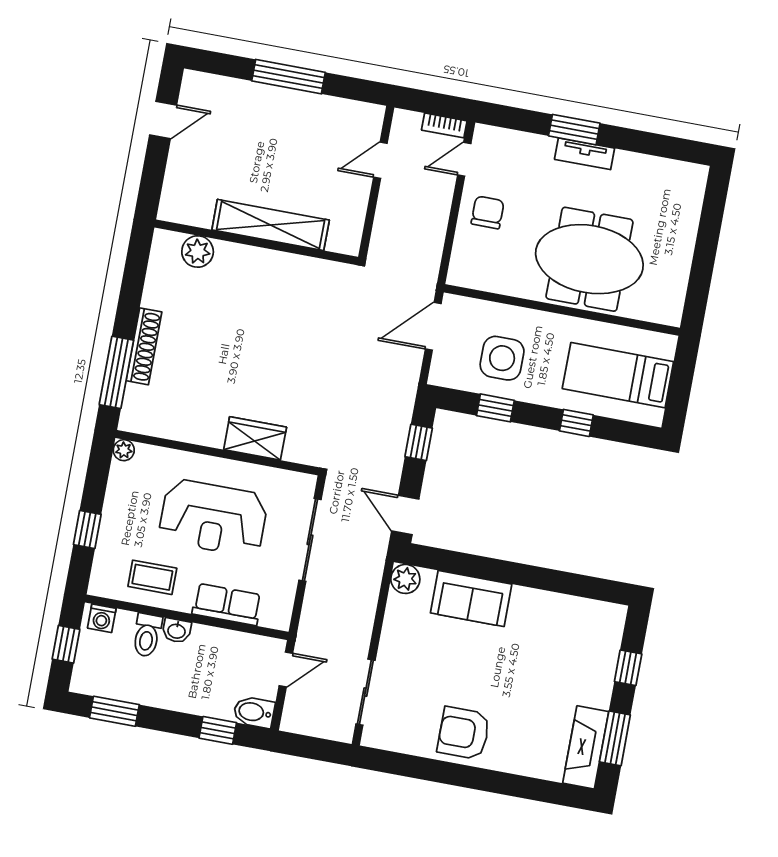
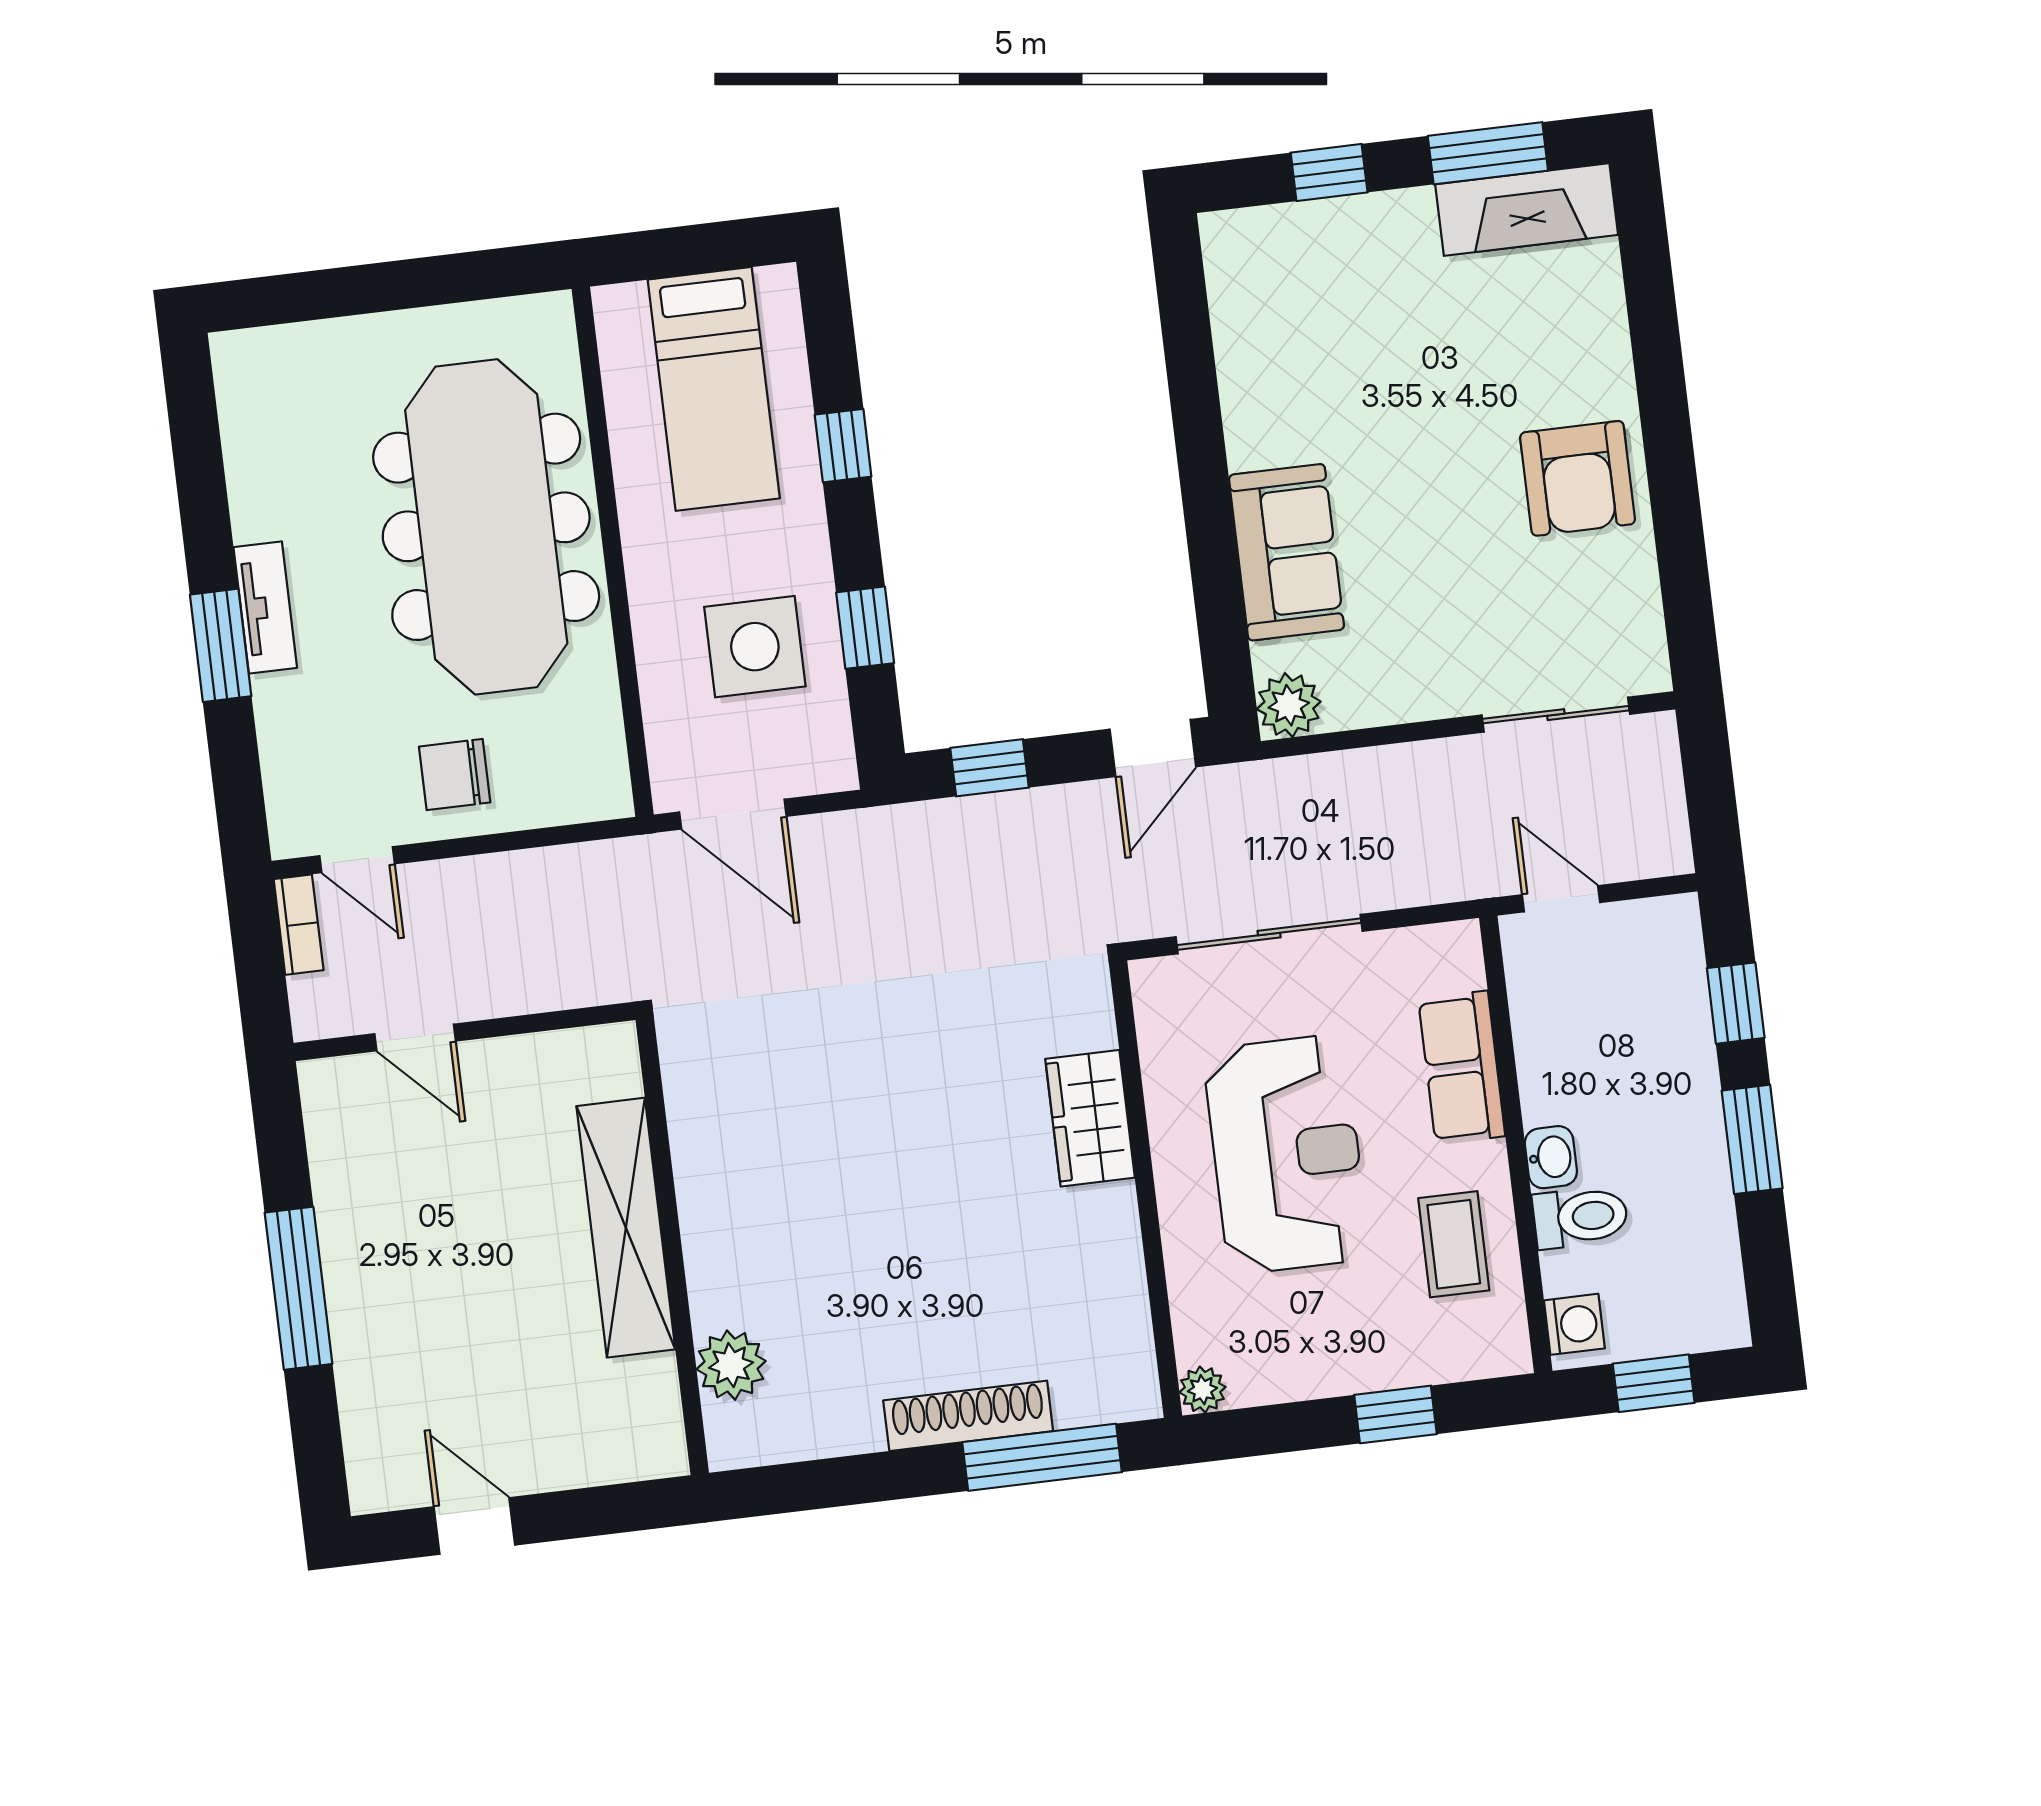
meeting table: (589, 259) -> (486, 527), width x1.36
window: (114, 711) -> (1752, 1139), moved
bidet: (254, 712) -> (1673, 938), removed

